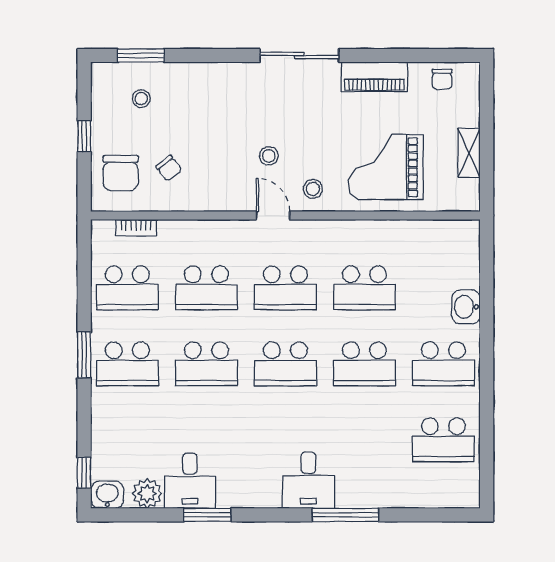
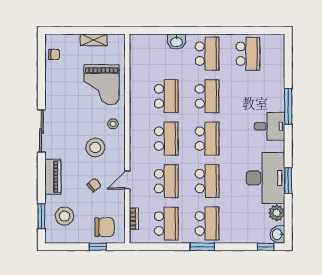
piano: (374, 77) -> (53, 177), moved
stool: (141, 99) -> (65, 216), width x1.89, depth x1.89
window: (84, 136) -> (98, 247), moved
stool: (269, 156) -> (95, 148), width x1.89, depth x1.89
chair: (169, 168) -> (94, 185), moved
door: (273, 215) -> (127, 180), moved
desk: (190, 481) -> (265, 178), width x1.87, depth x1.30

